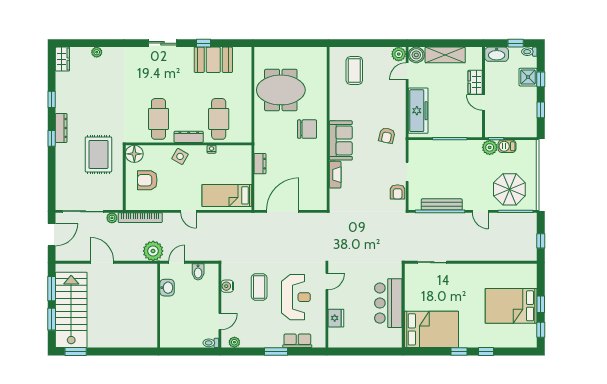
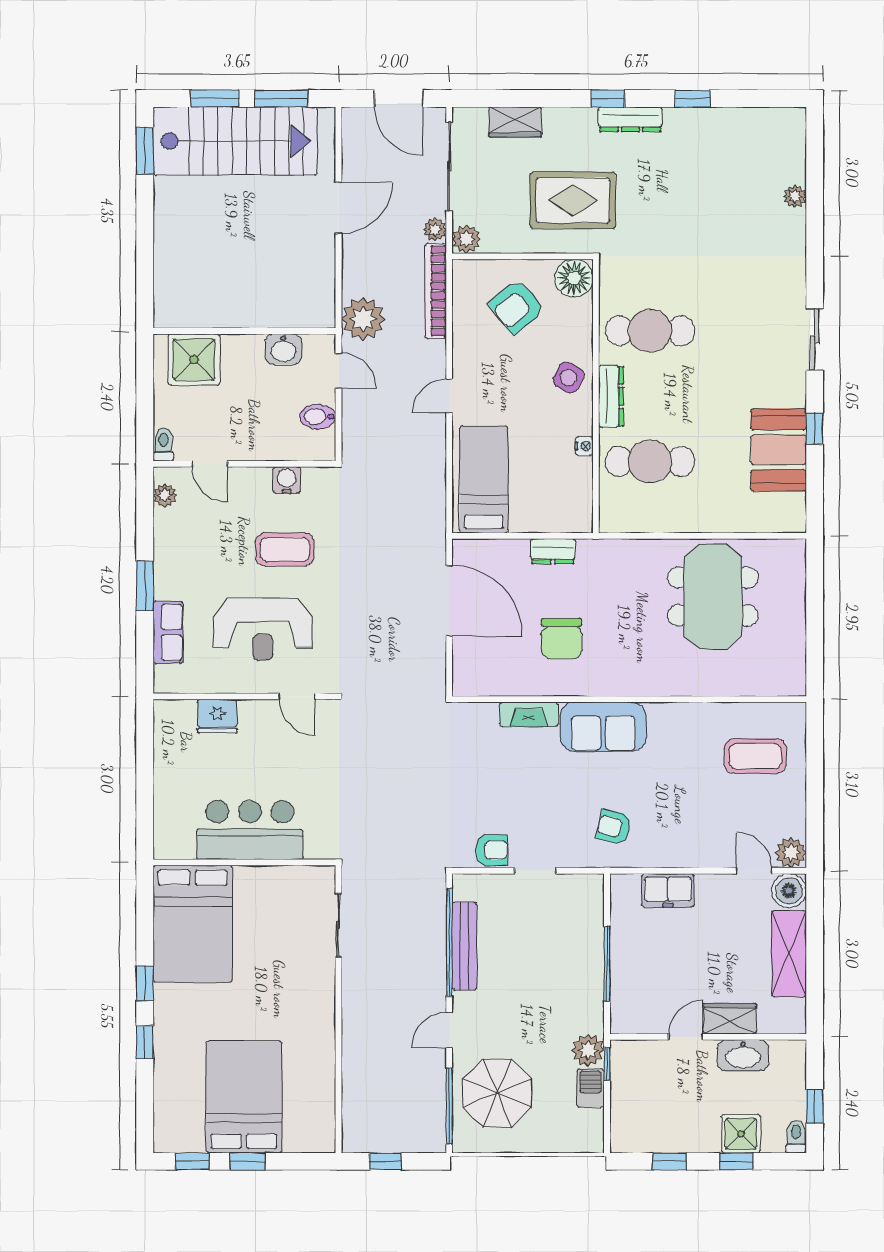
washbasin: (497, 54) -> (743, 1055), moved, turned -90
wardrobe: (62, 59) -> (515, 122), moved
freezer: (418, 111) -> (668, 890), width x0.52, depth x0.79
chair: (307, 129) -> (562, 639), moved
armchair: (147, 180) -> (517, 306), turned -129
armchair: (398, 192) -> (492, 850), turned 180
plant: (116, 203) -> (466, 239), added
shower: (172, 329) -> (194, 360), added

